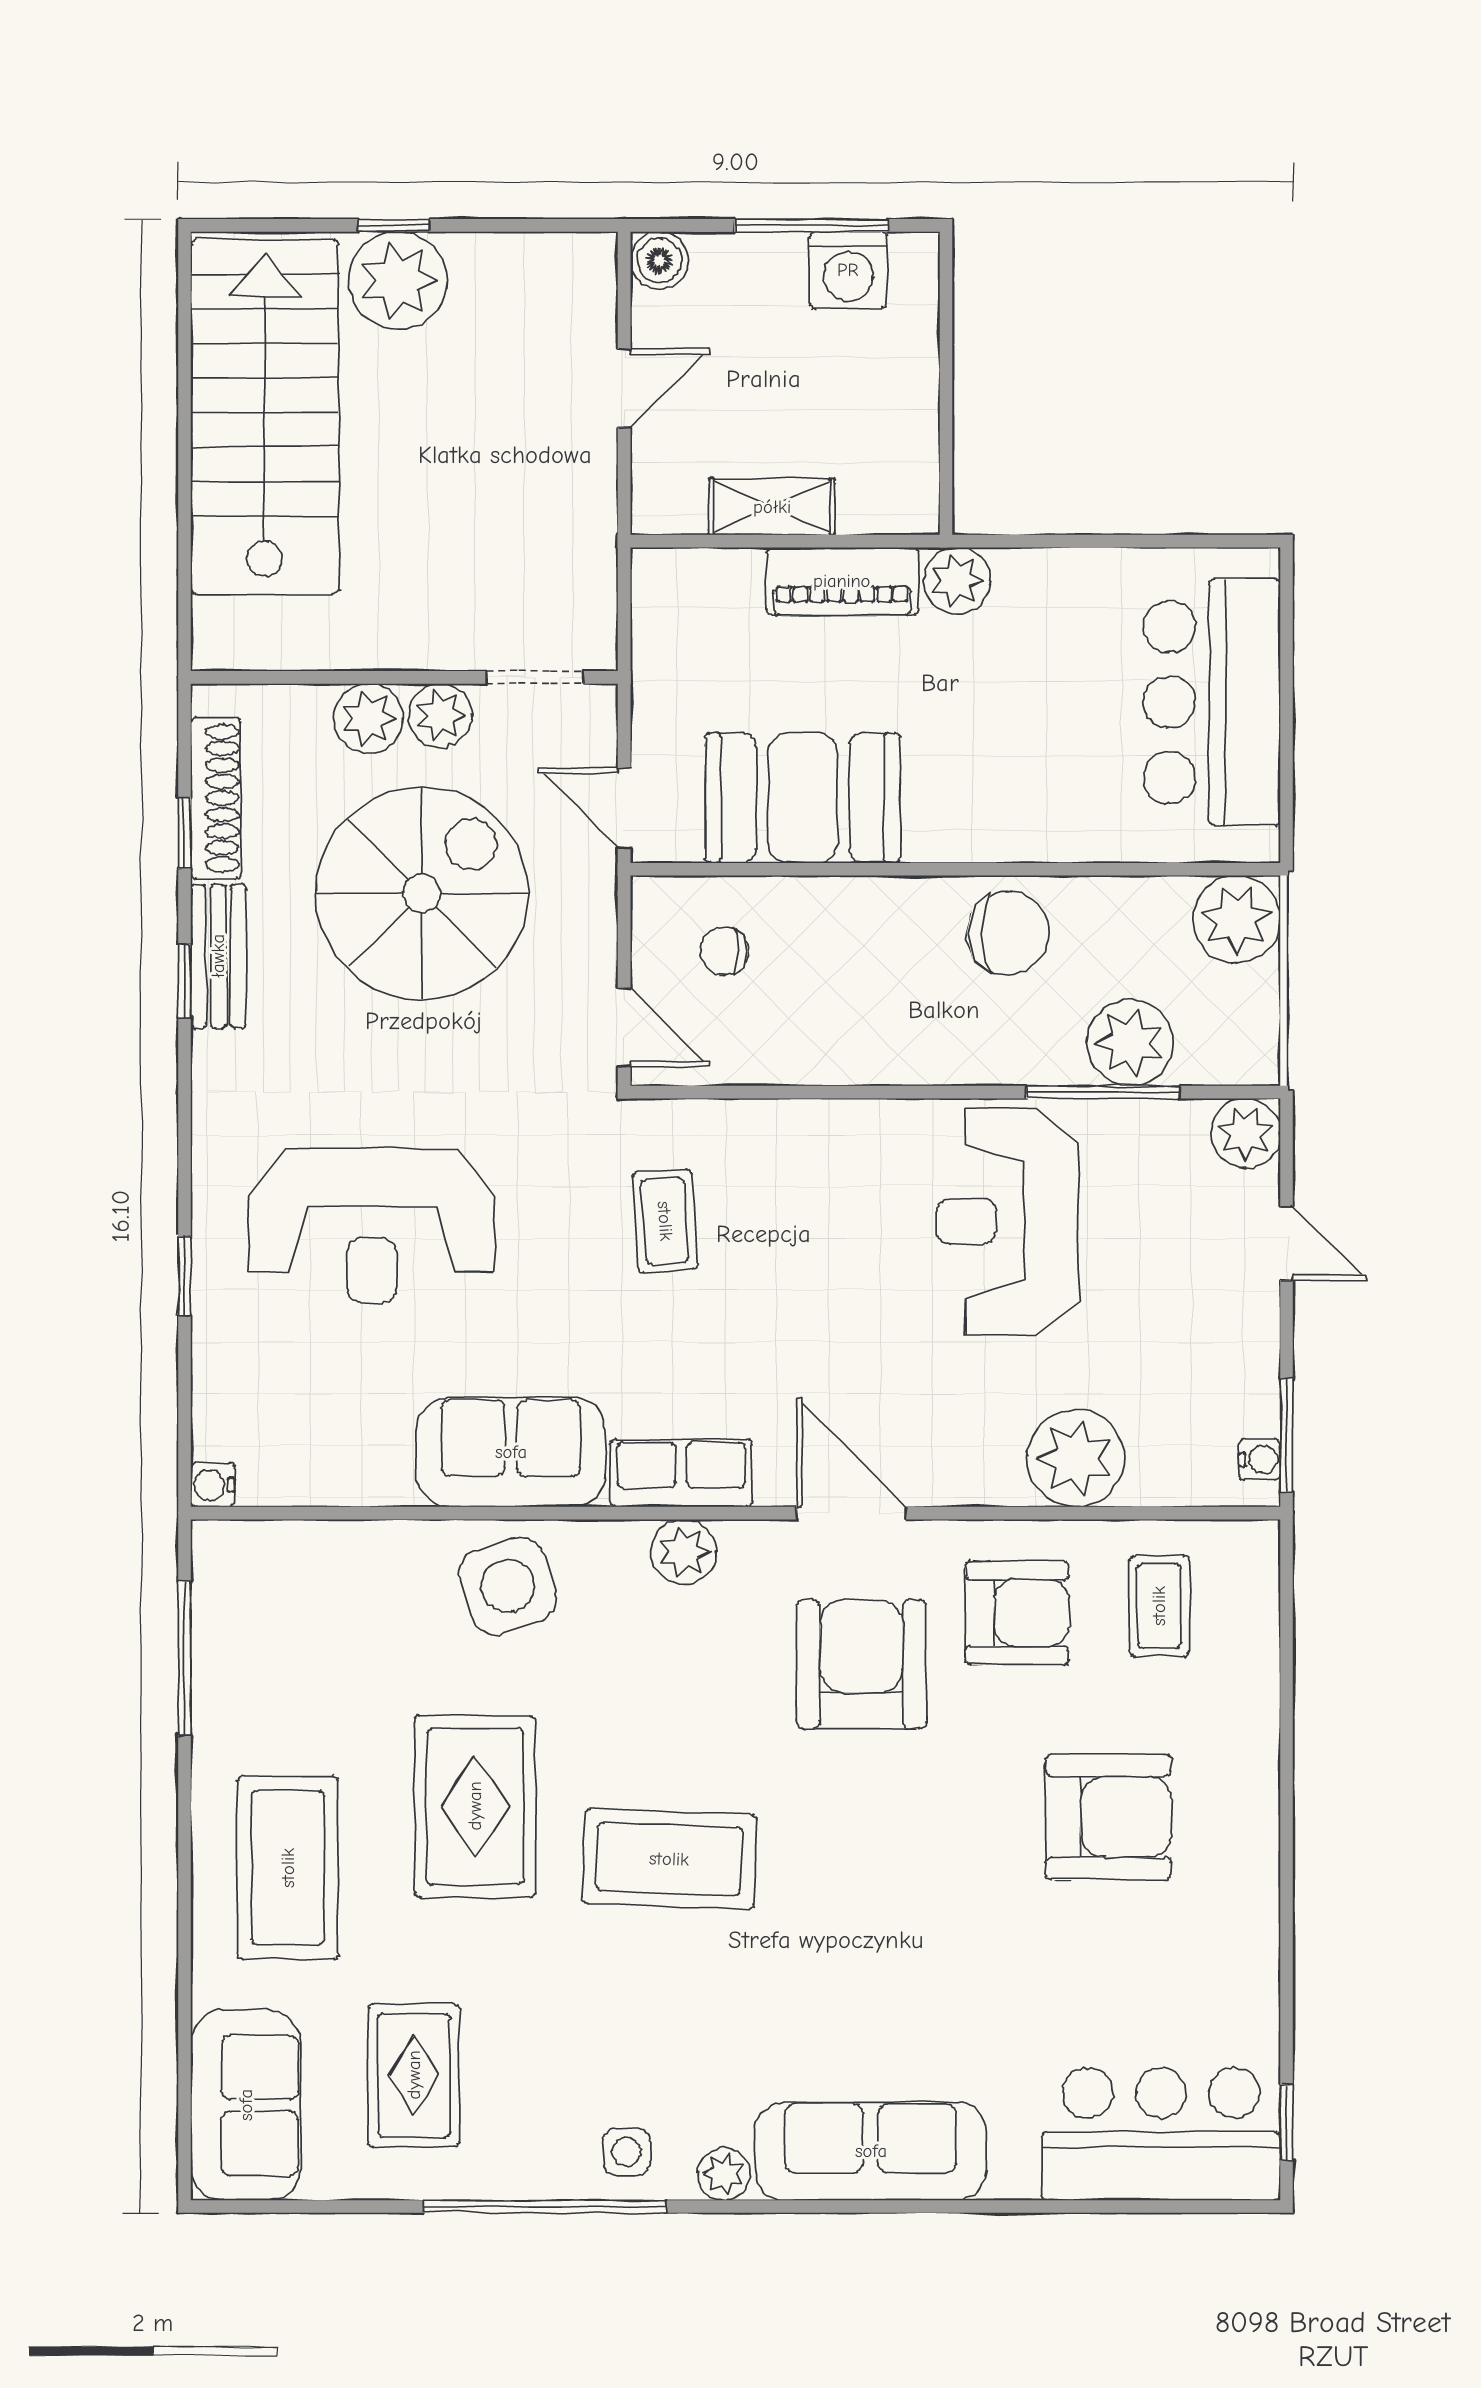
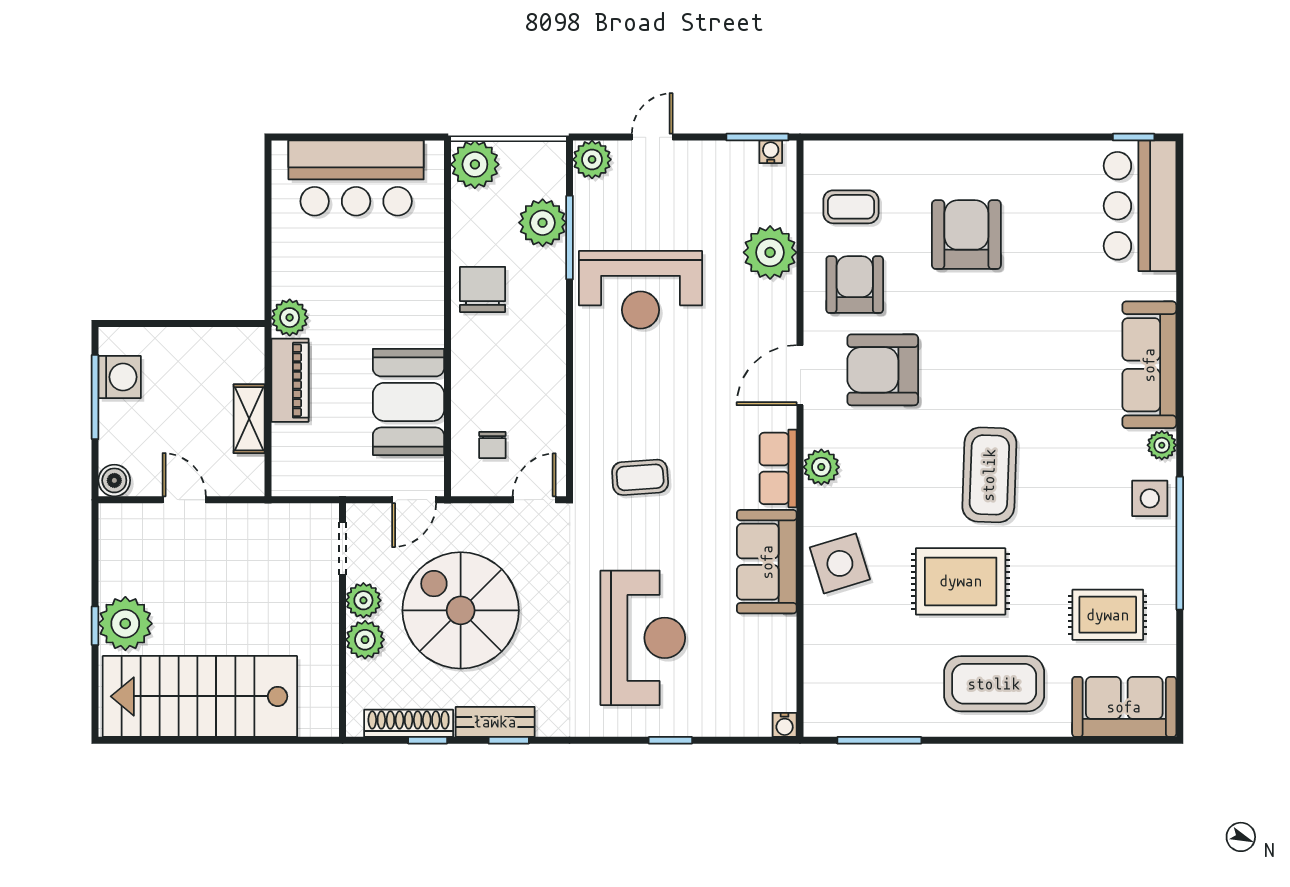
side table: (626, 2152) -> (1150, 498), width x1.37, depth x1.37

